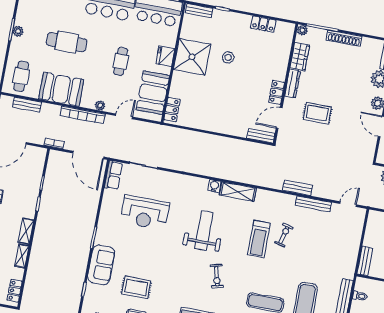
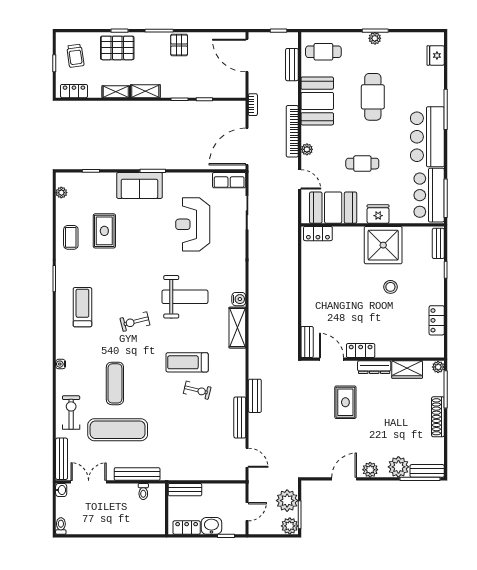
sofa: (101, 265) -> (139, 185), moved

